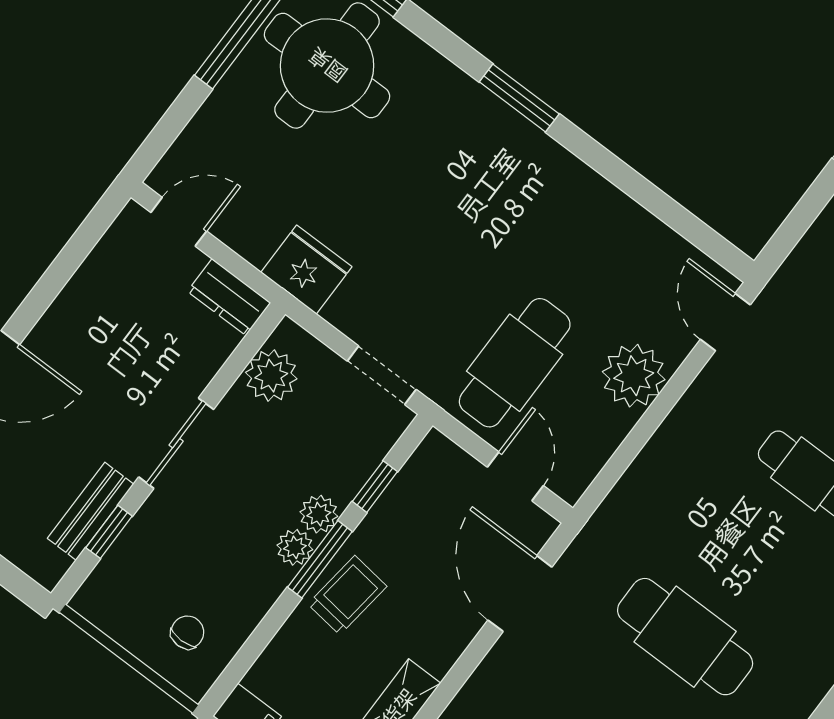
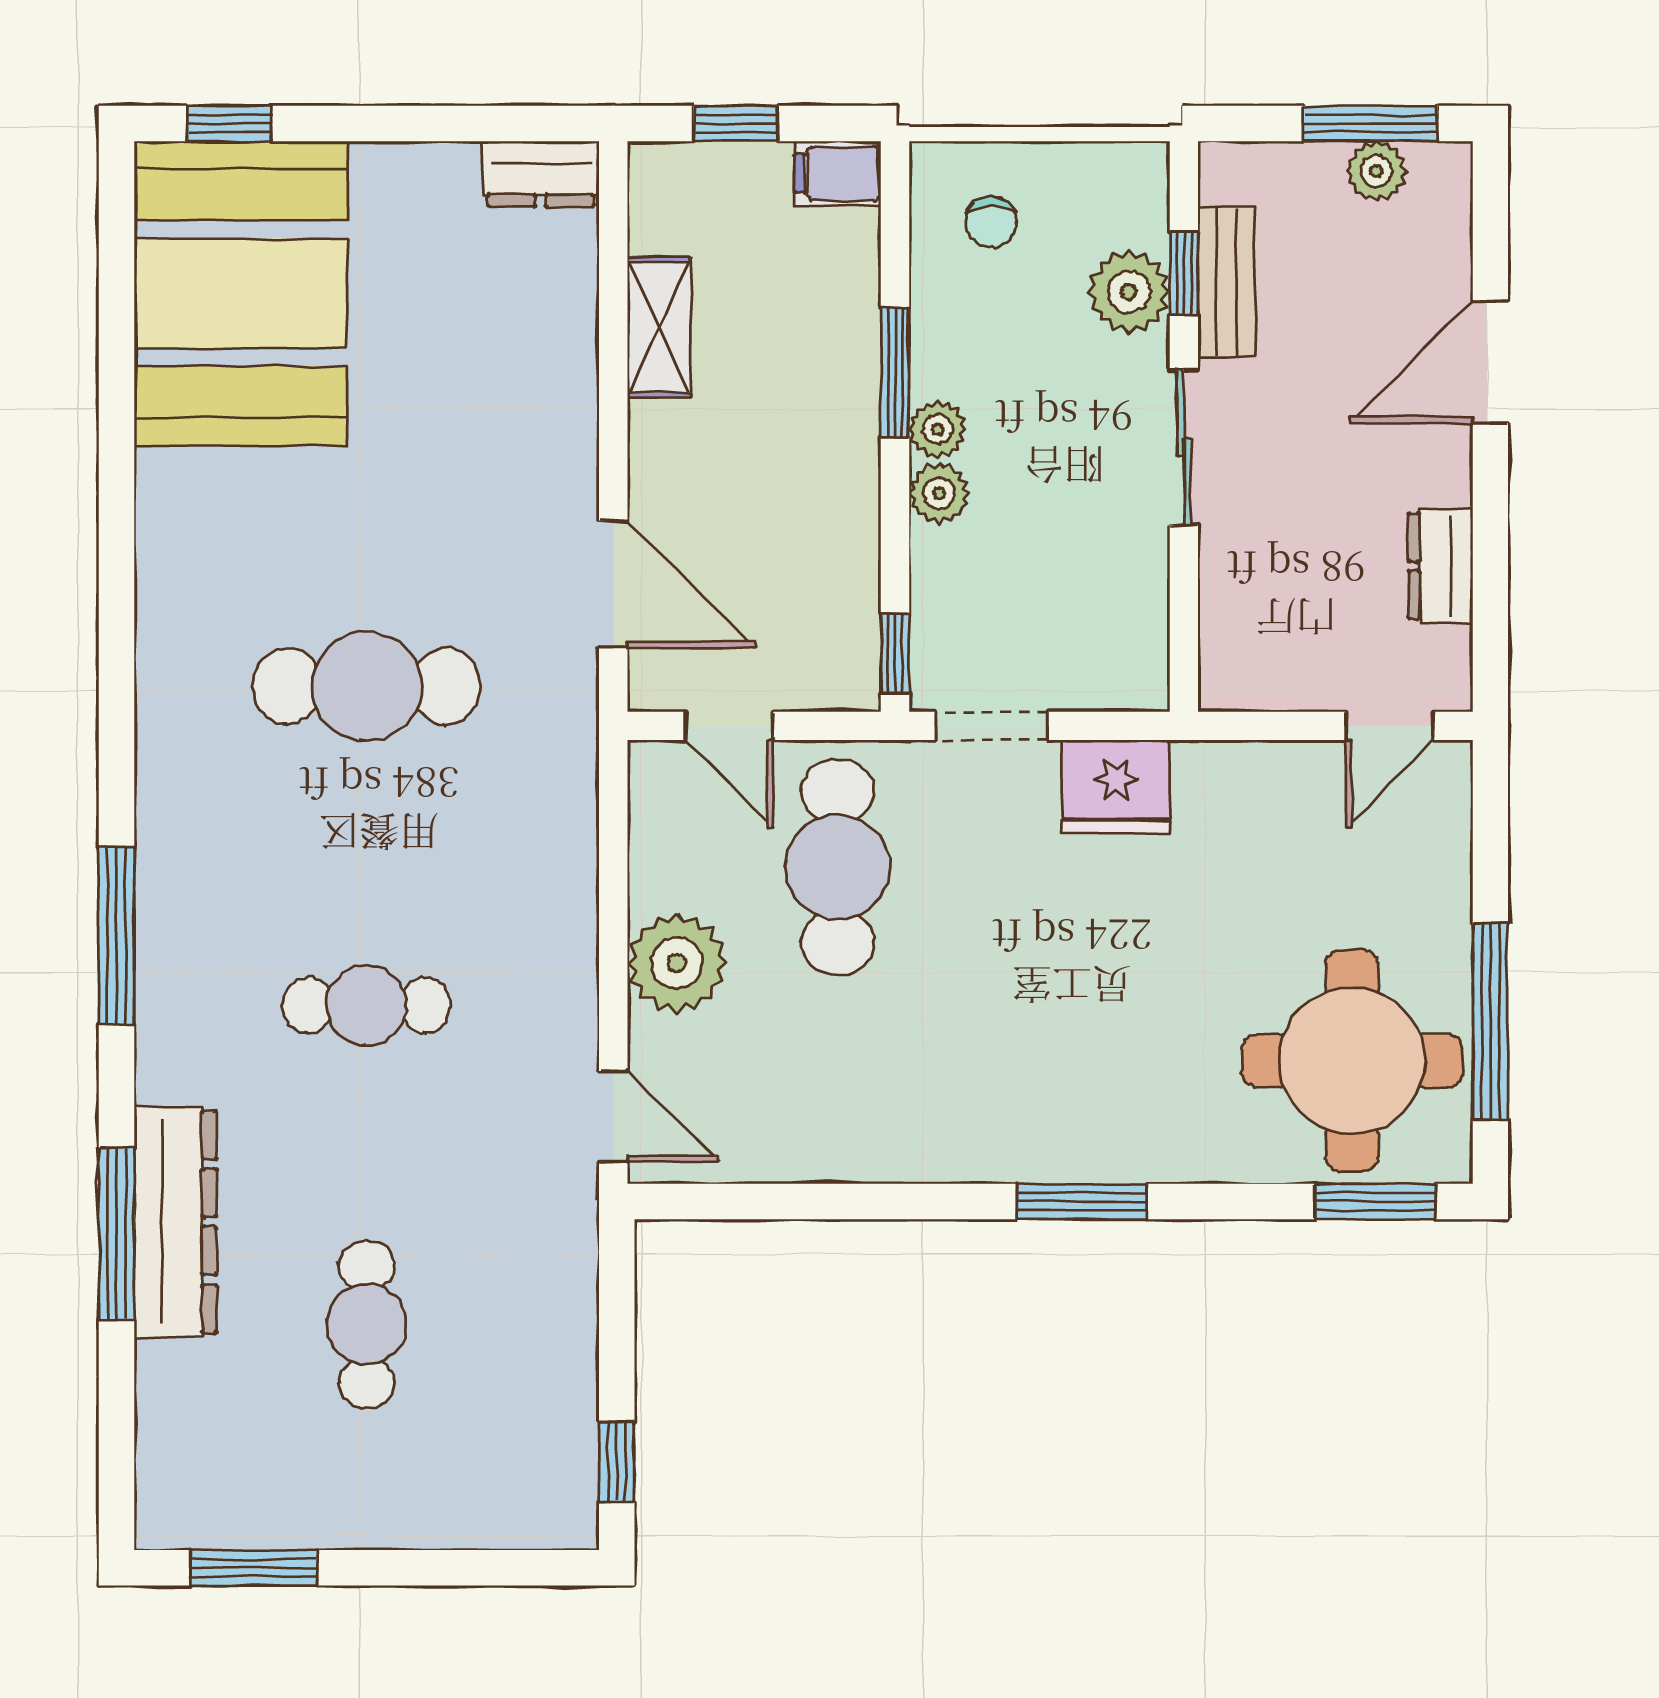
fridge: (306, 270) -> (1116, 787), moved
dresser: (229, 297) -> (1440, 566), moved, turned -90
plant: (271, 376) -> (1129, 292), moved
window: (375, 487) -> (895, 654), moved
window: (320, 559) -> (895, 373), moved
trolley: (347, 595) -> (827, 419), removed

